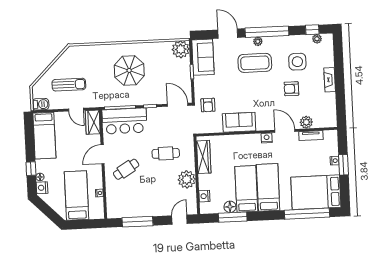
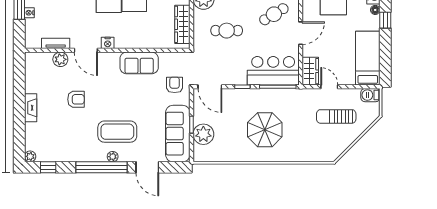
plant: (317, 39) -> (30, 156), moved
plant: (181, 49) -> (203, 134), moved
sofa: (203, 57) -> (178, 134), width x1.36
side table: (297, 62) -> (67, 131), removed

